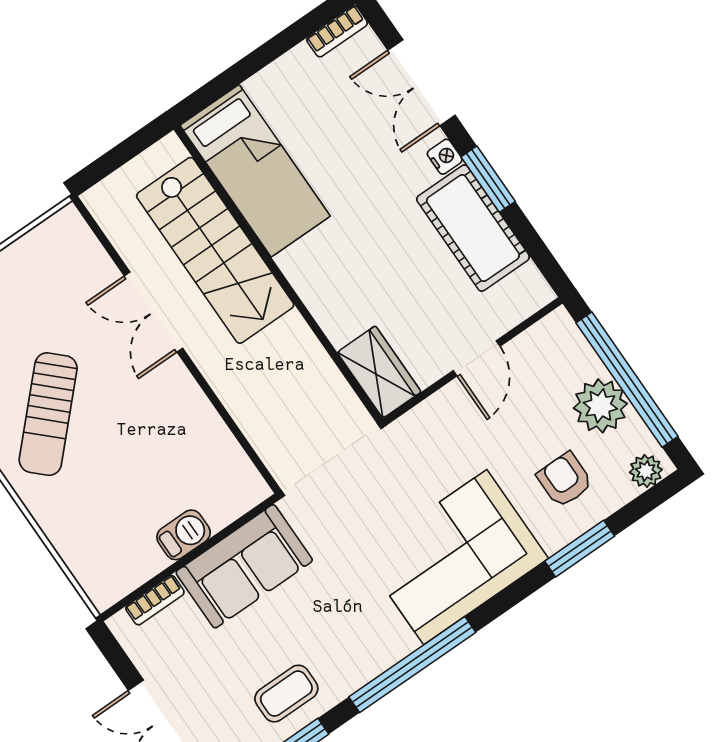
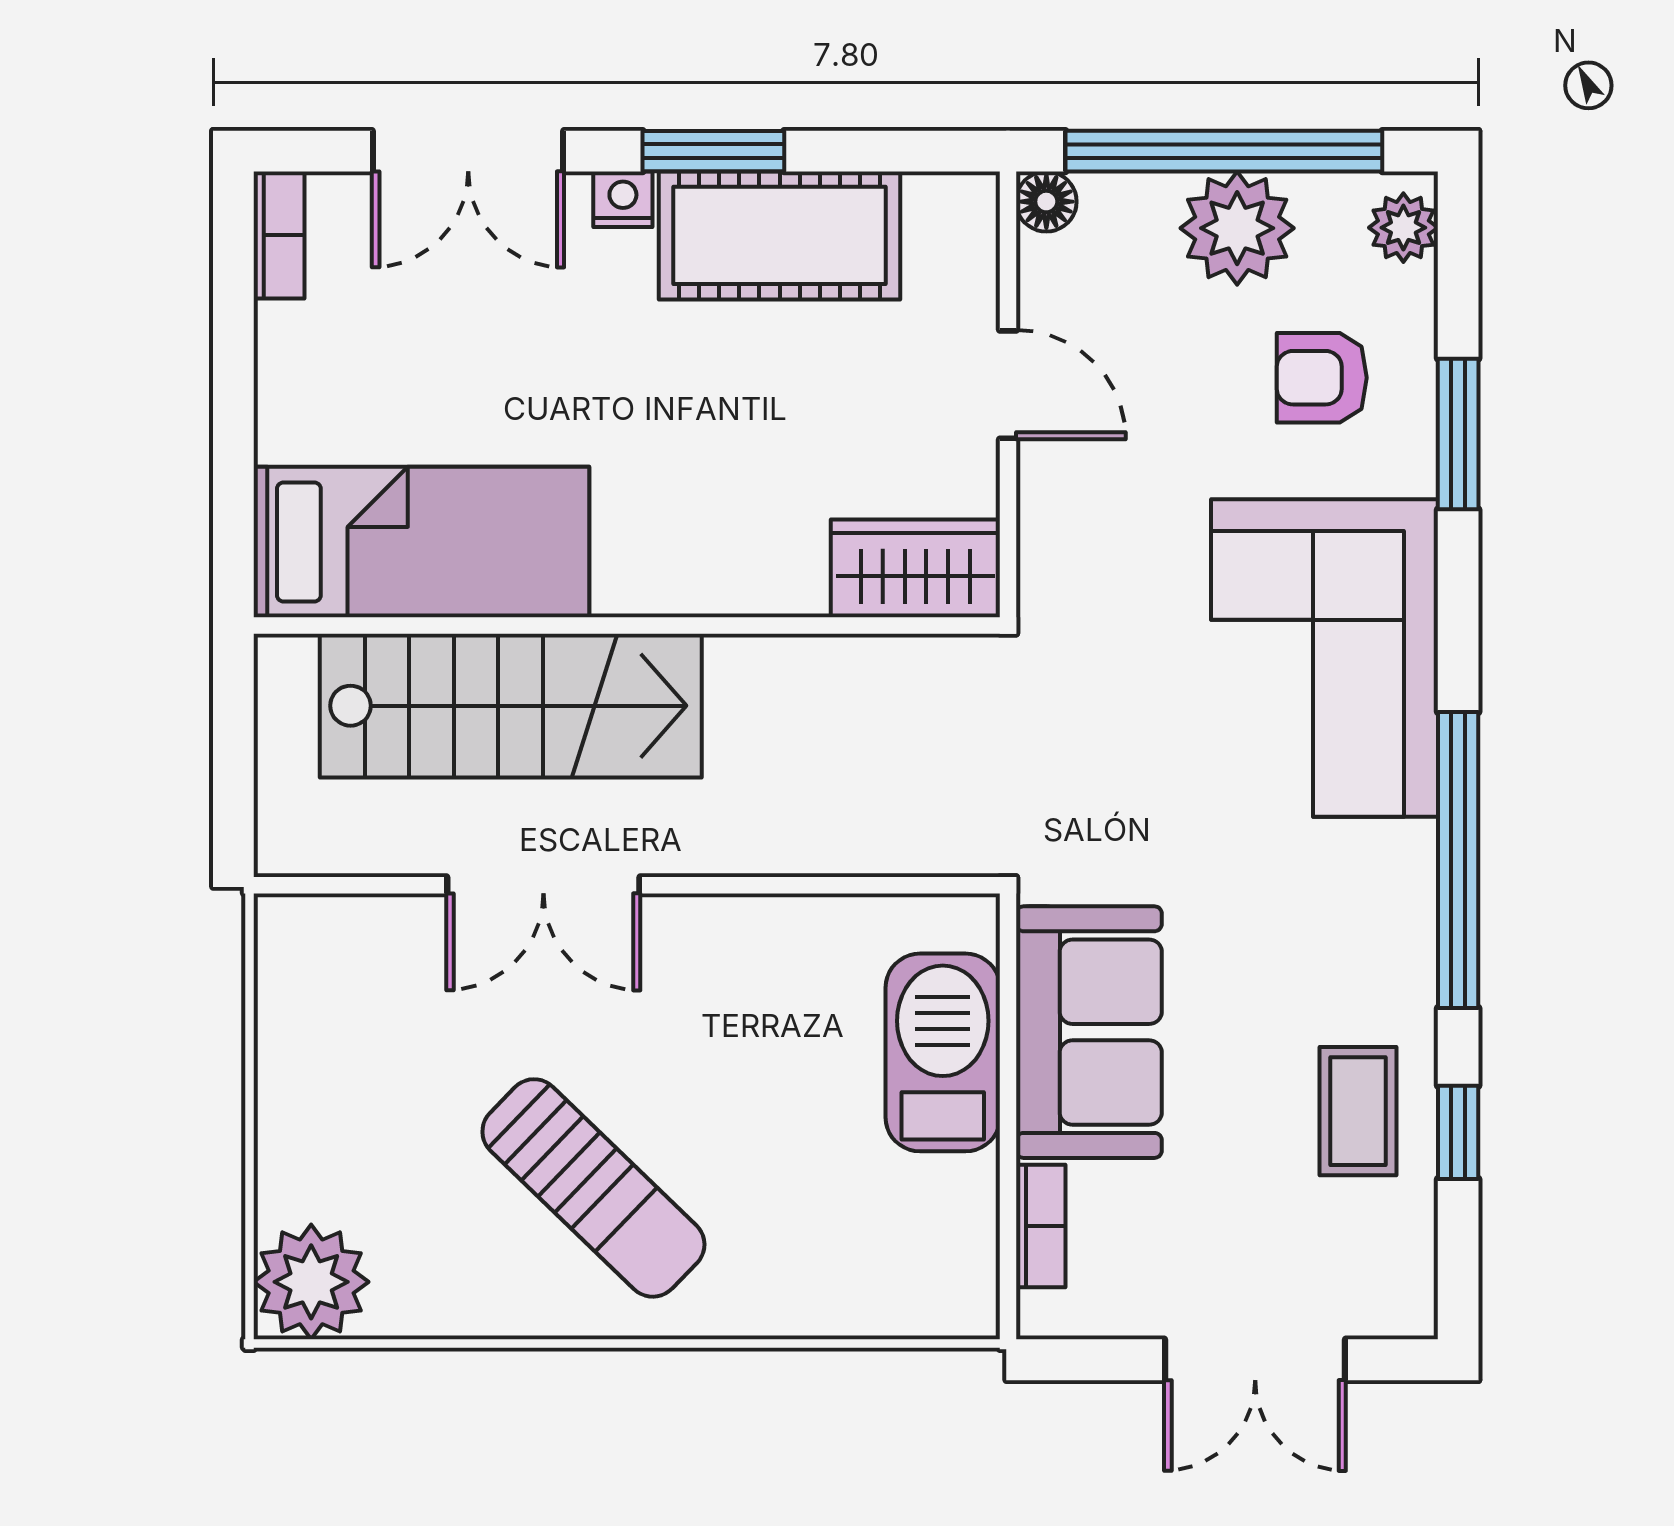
floor lamp: (559, 324) -> (1046, 202), added
barbecue: (184, 535) -> (943, 1052), width x1.88, depth x1.53

